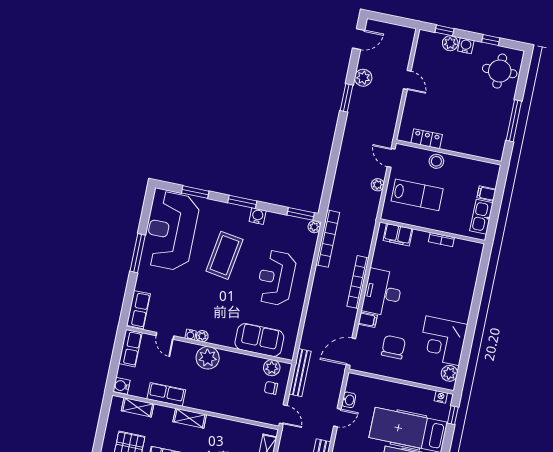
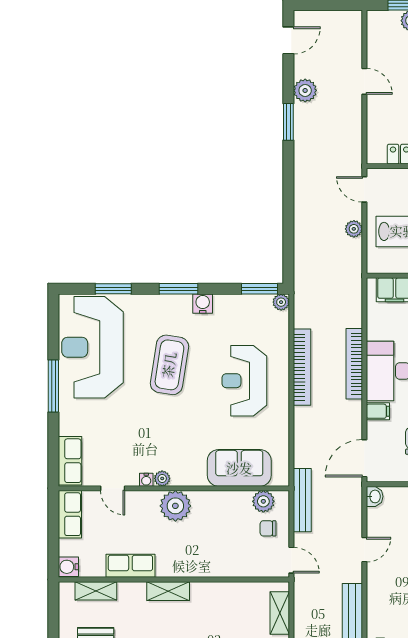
bookcase: (328, 239) -> (302, 367), moved
washbasin: (349, 400) -> (375, 496), moved

